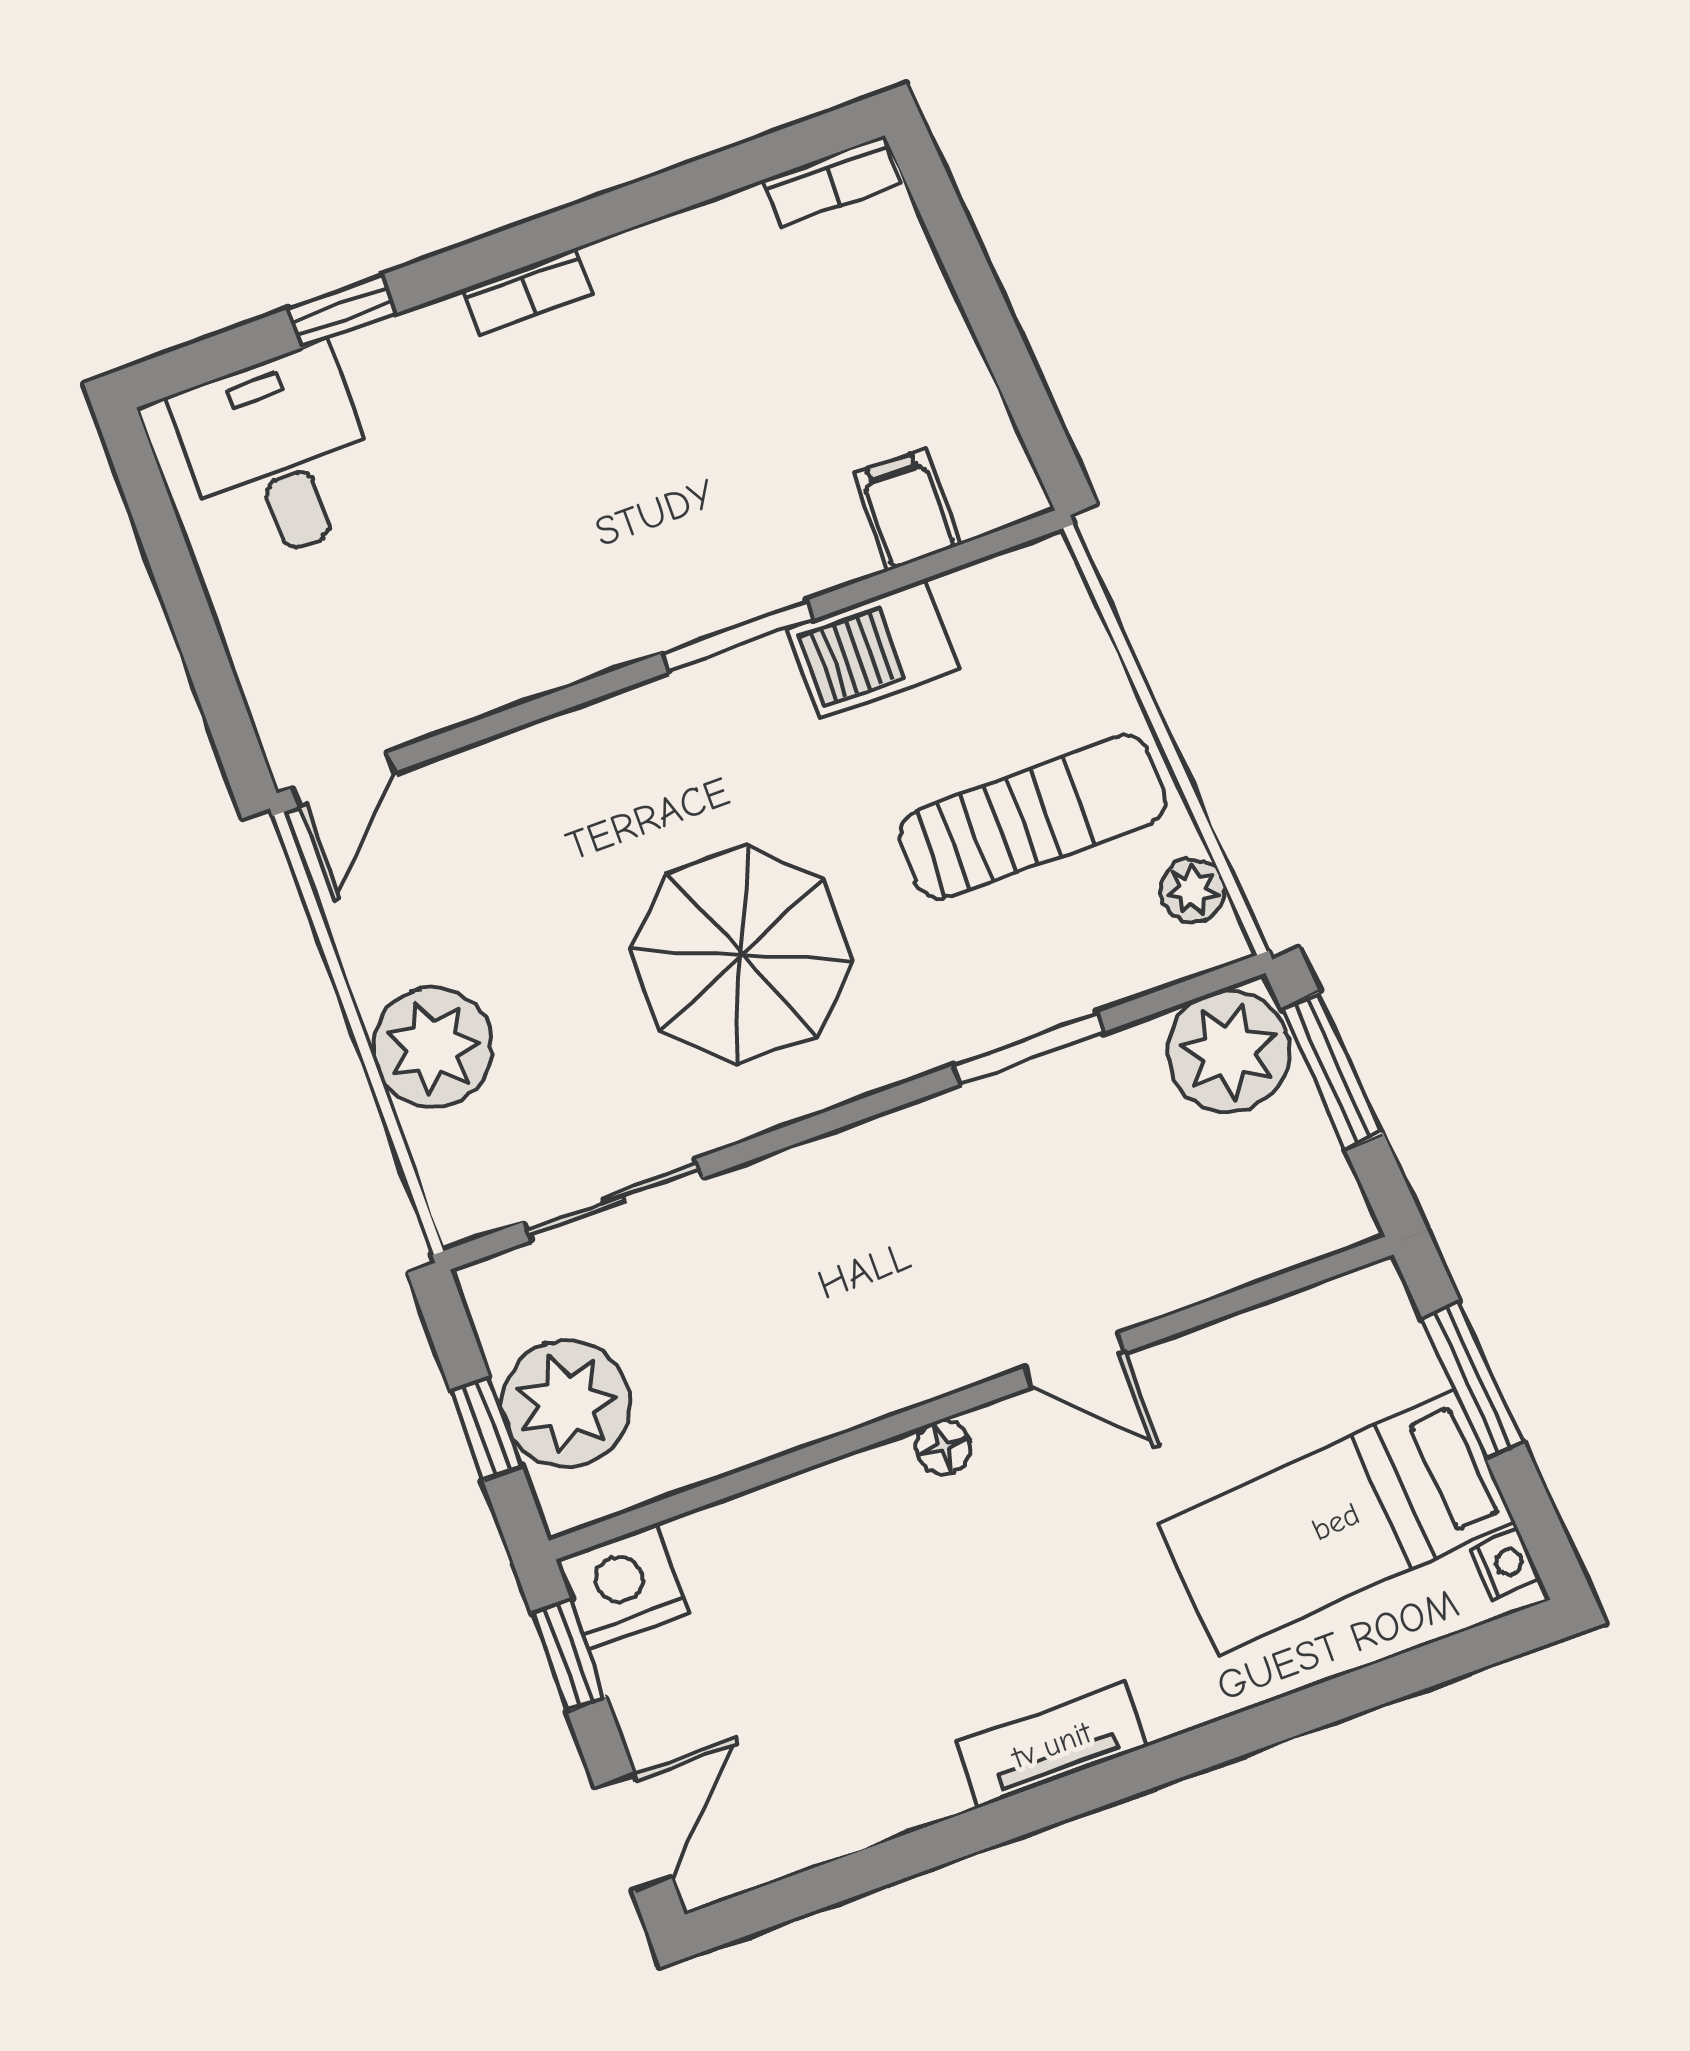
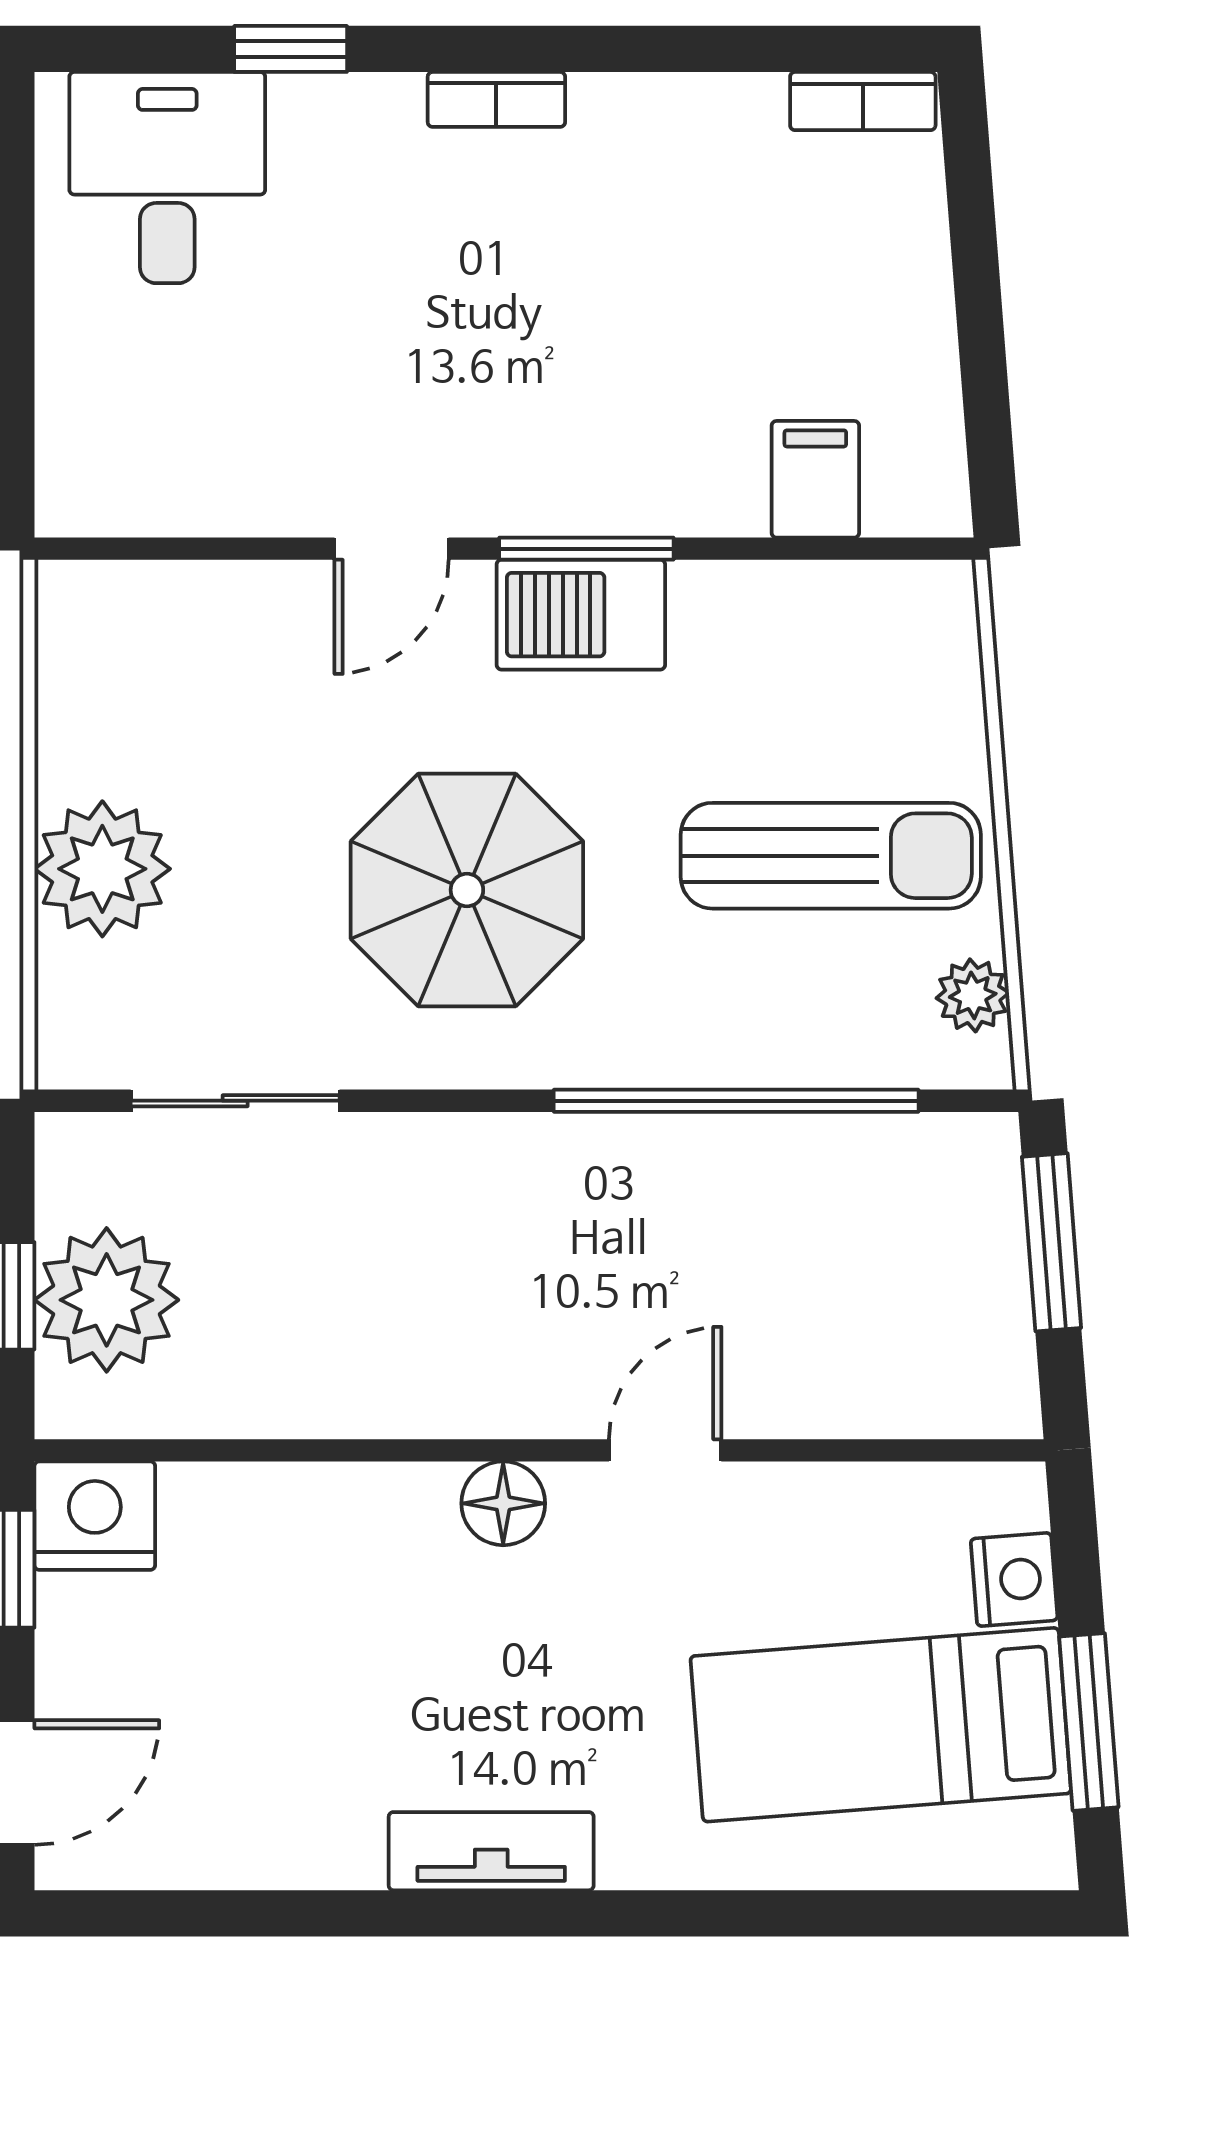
barbecue: (873, 649) -> (581, 615), moved
door: (343, 780) -> (392, 549), moved
window: (1028, 1049) -> (736, 1101), width x2.11
plant: (1228, 1051) -> (948, 1181), removed
door: (1075, 1360) -> (665, 1450), swing flipped
window: (1473, 1380) -> (1089, 1722), moved
floor lamp: (944, 1447) -> (503, 1503), width x1.37, depth x1.37
nightstand: (1505, 1564) -> (1014, 1580), moved, width x1.39, depth x1.35

